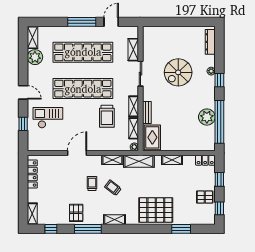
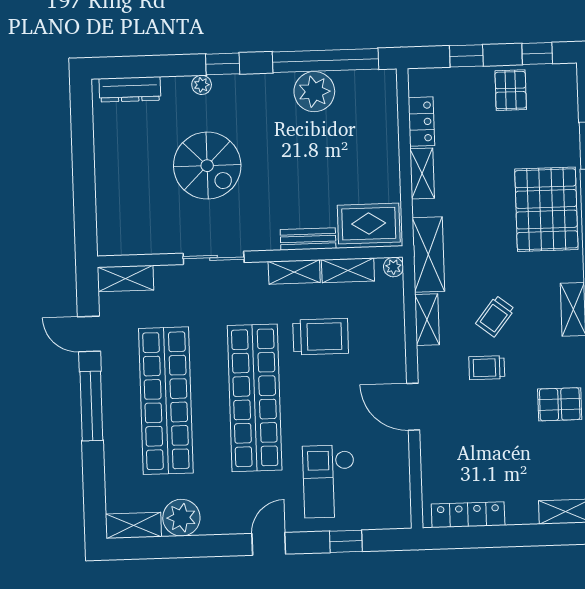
shelving: (133, 50) -> (125, 279), moved
locker: (205, 160) -> (421, 122), moved

